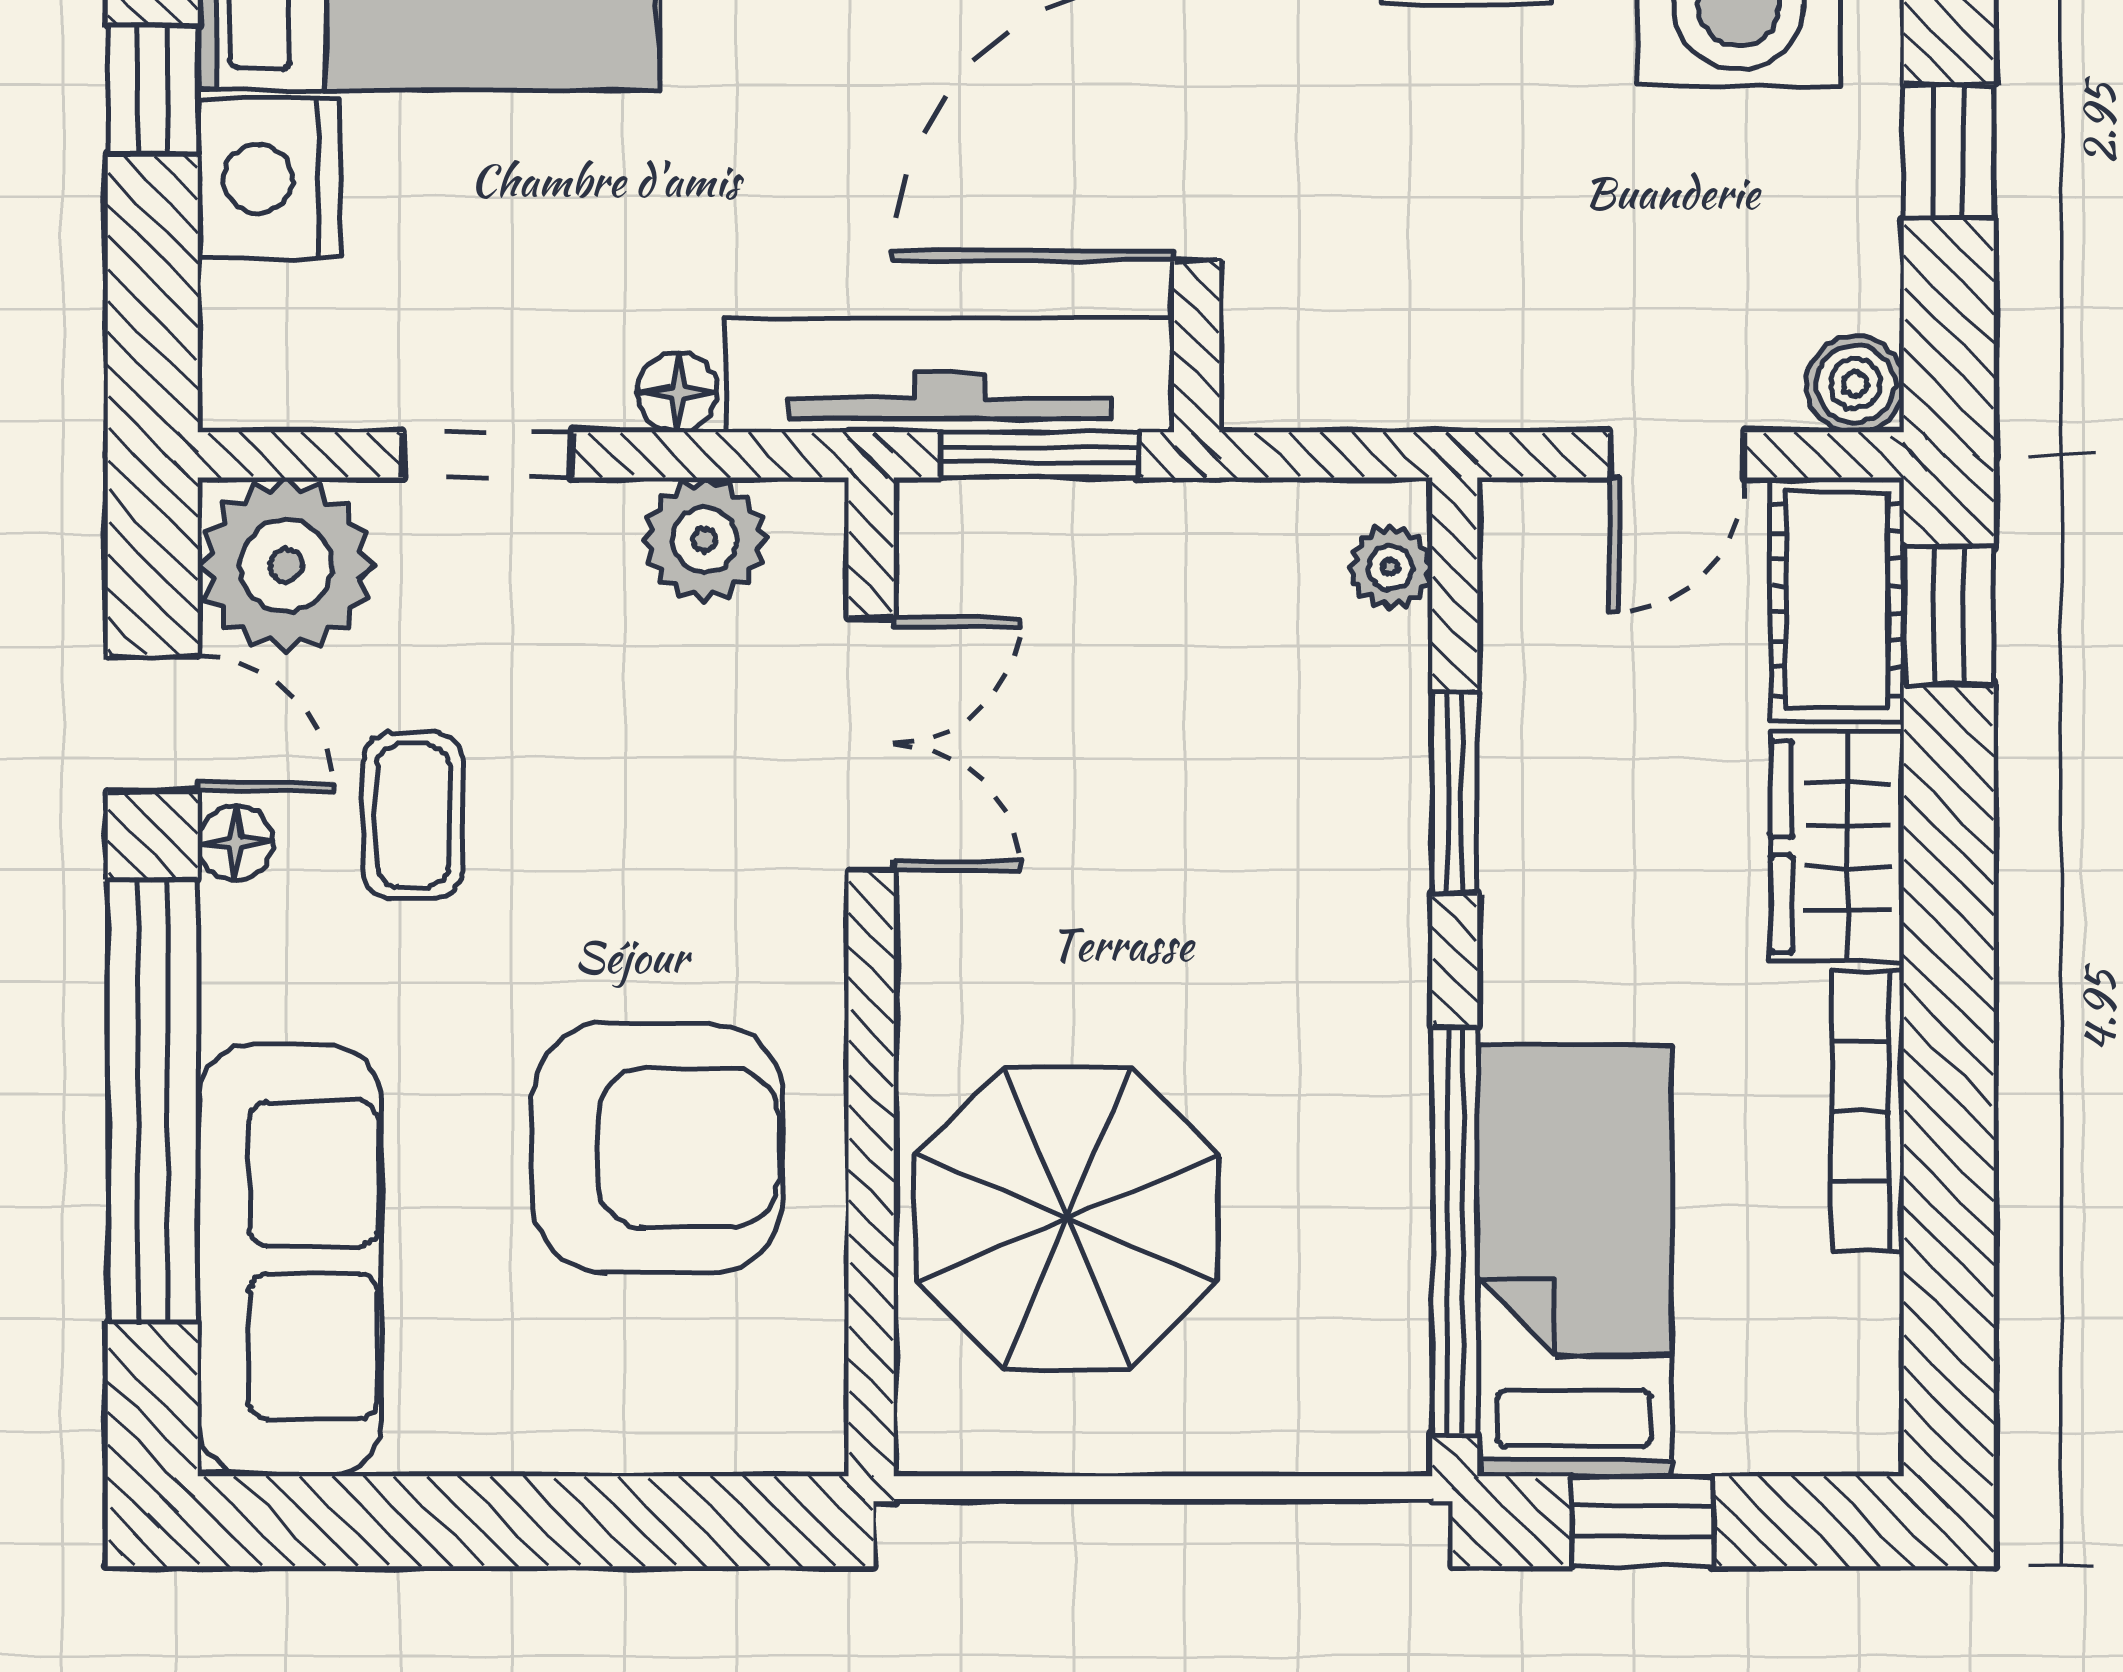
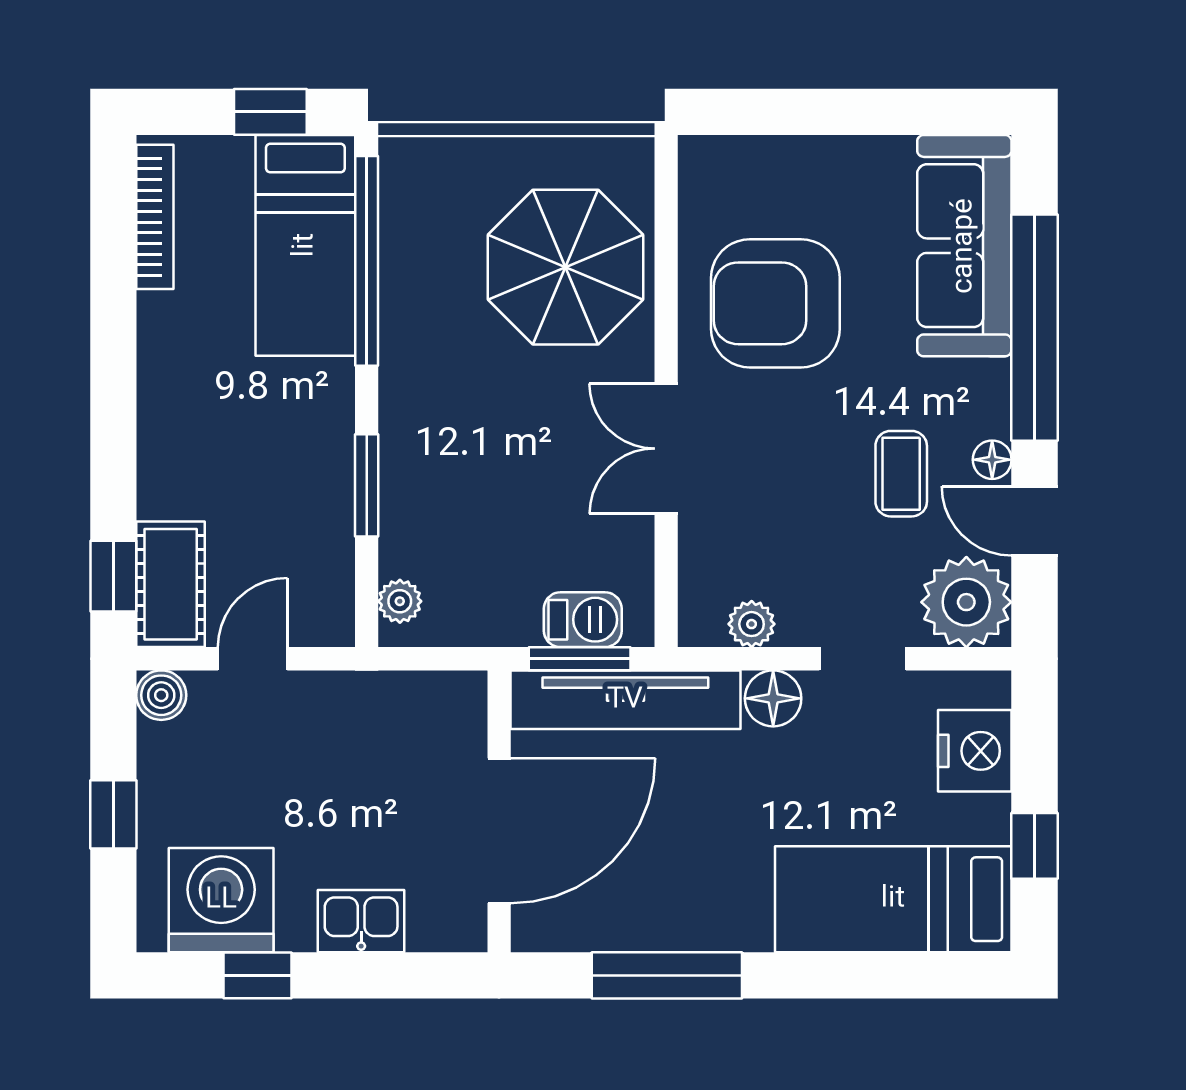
nightstand: (269, 179) -> (975, 751), moved
floor lamp: (677, 392) -> (773, 698), width x1.37, depth x1.37
barbecue: (1034, 531) -> (583, 620), added
plant: (704, 540) -> (752, 624), width x0.73, depth x0.73
double door: (871, 744) -> (666, 449), moved
wardrobe: (1837, 847) -> (171, 458), removed
bookcase: (1868, 1111) -> (155, 217), moved

